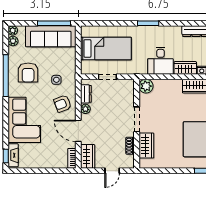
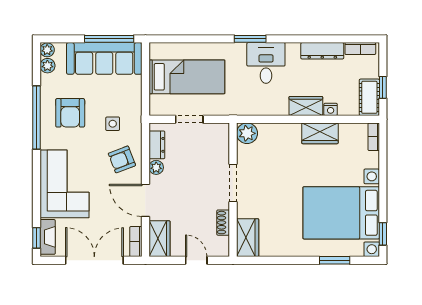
desk: (161, 61) -> (266, 63), moved, turned 180
wardrobe: (146, 146) -> (248, 238), moved
double door: (44, 171) -> (94, 260), added
door: (112, 171) -> (196, 260), swing flipped

